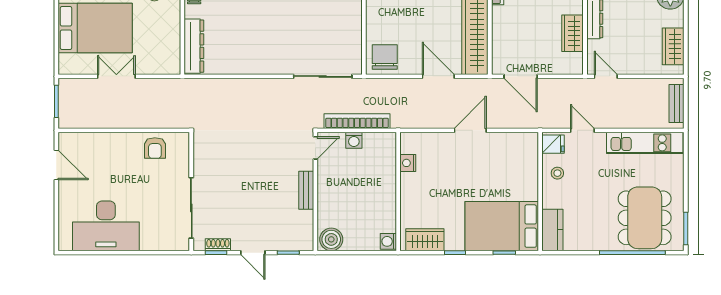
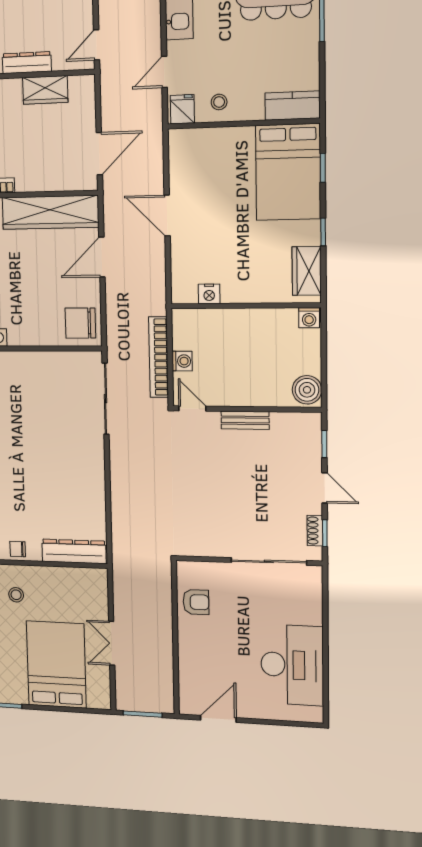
door: (253, 253) -> (325, 488), hinge flipped

